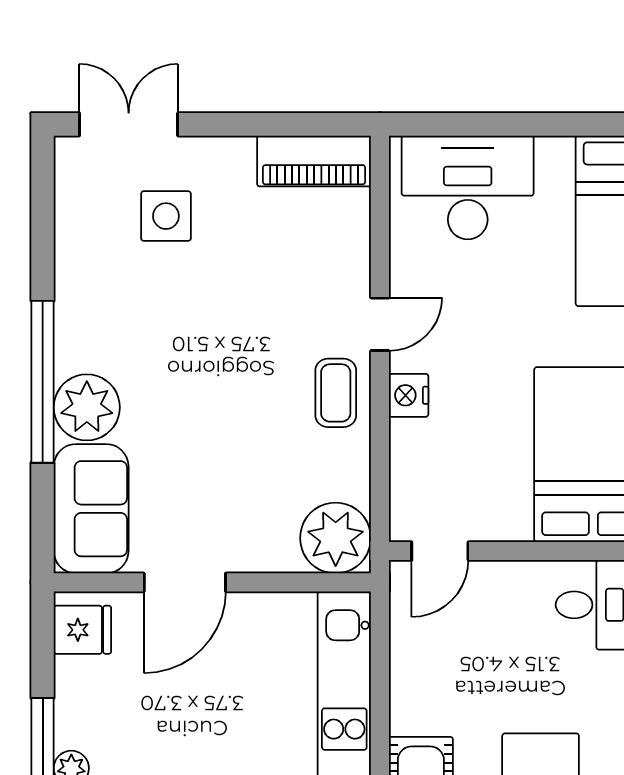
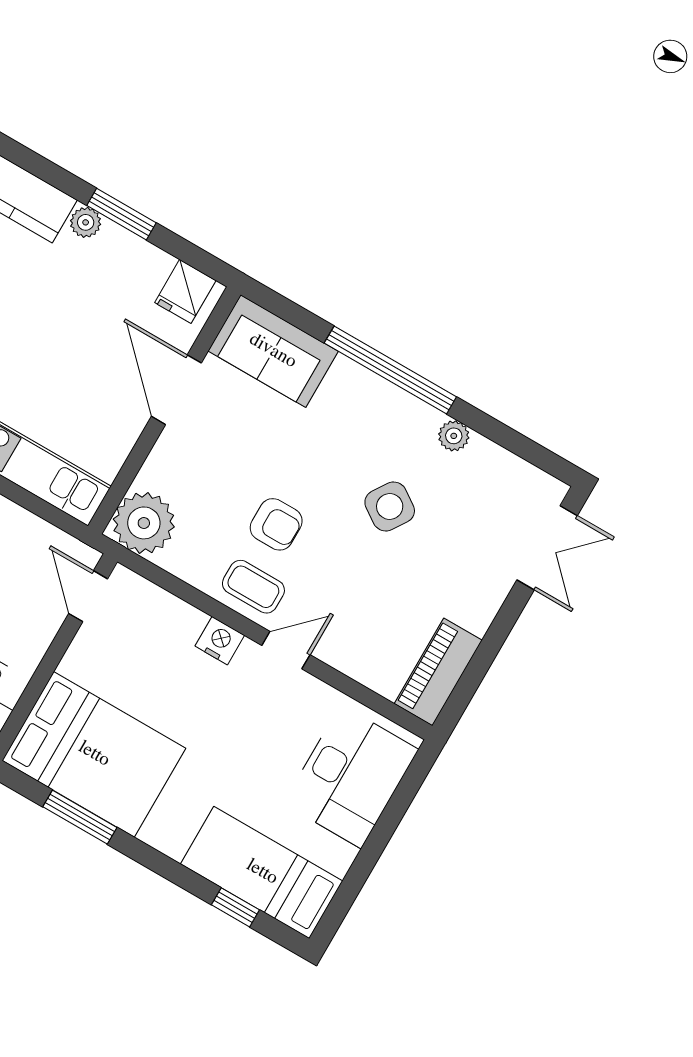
side table: (166, 216) -> (390, 507), moved, turned 34
door: (380, 324) -> (286, 650), swing flipped
armchair: (261, 406) -> (276, 524), added
plant: (87, 407) -> (454, 436), moved, width x0.53, depth x0.53

